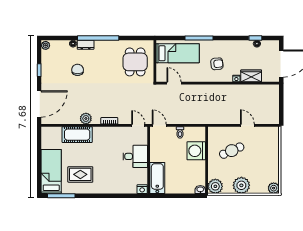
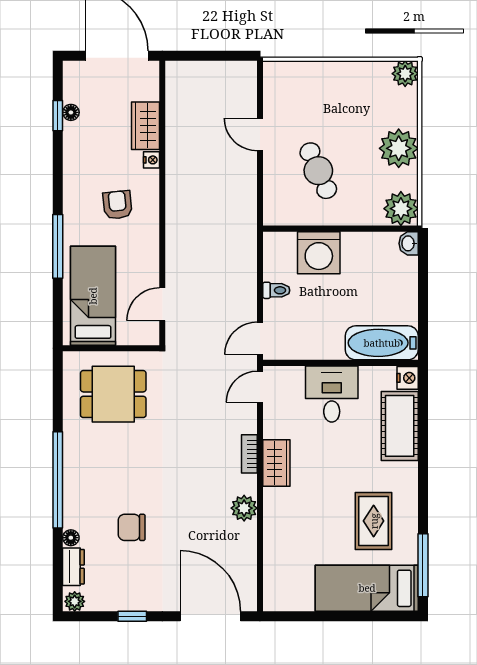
dresser: (86, 45) -> (73, 567), moved
door: (247, 125) -> (260, 134), hinge flipped
wardrobe: (105, 132) -> (276, 463), added
cot: (77, 135) -> (400, 426), moved

